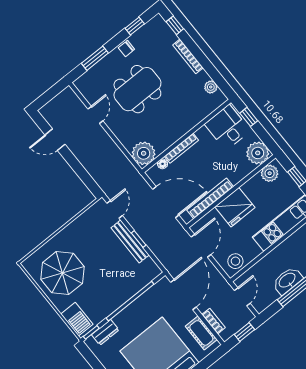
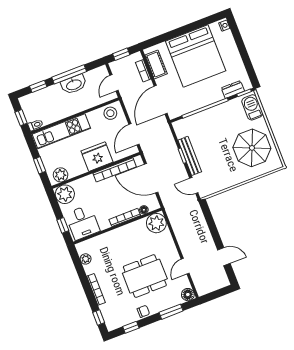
floor lamp: (82, 84) -> (188, 295), added
door: (115, 209) -> (194, 185), hinge flipped

